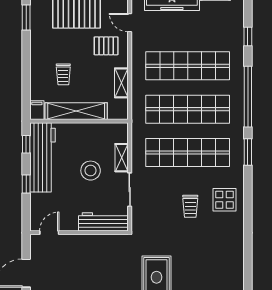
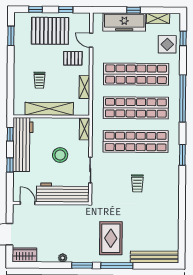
window: (248, 36) -> (183, 38), moved
filing cabinet: (37, 110) -> (19, 108), removed
window: (248, 152) -> (182, 155), moved
shelving: (122, 158) -> (84, 129), moved
display table: (224, 200) -> (167, 44), moved
workbench: (103, 222) -> (63, 193), width x1.36, depth x1.32
door: (49, 233) -> (28, 203), hinge flipped

